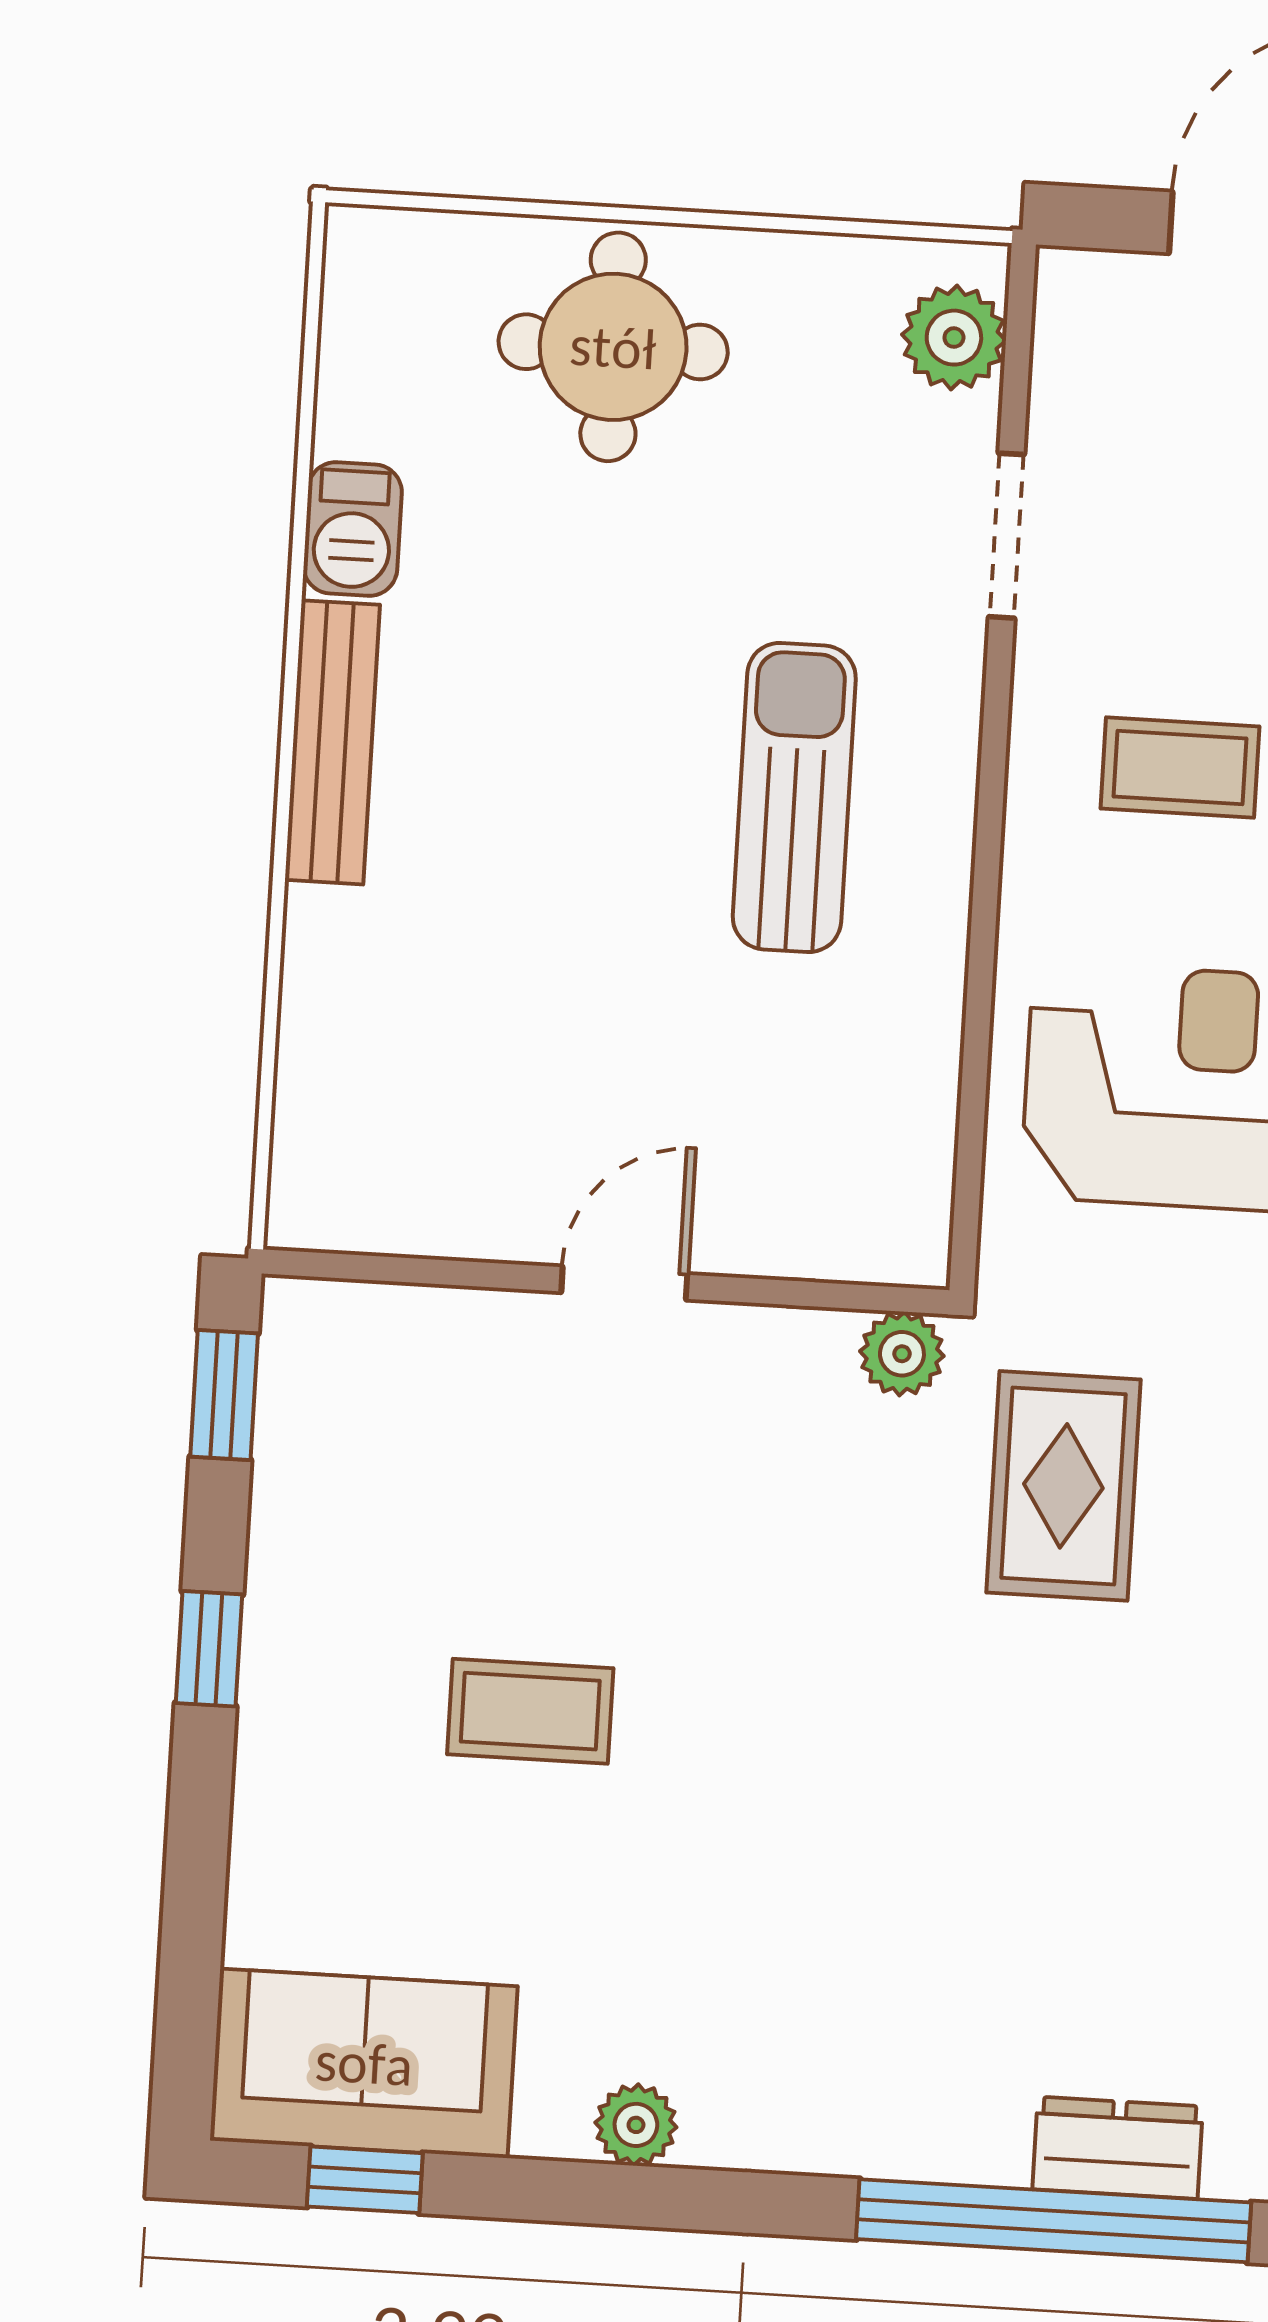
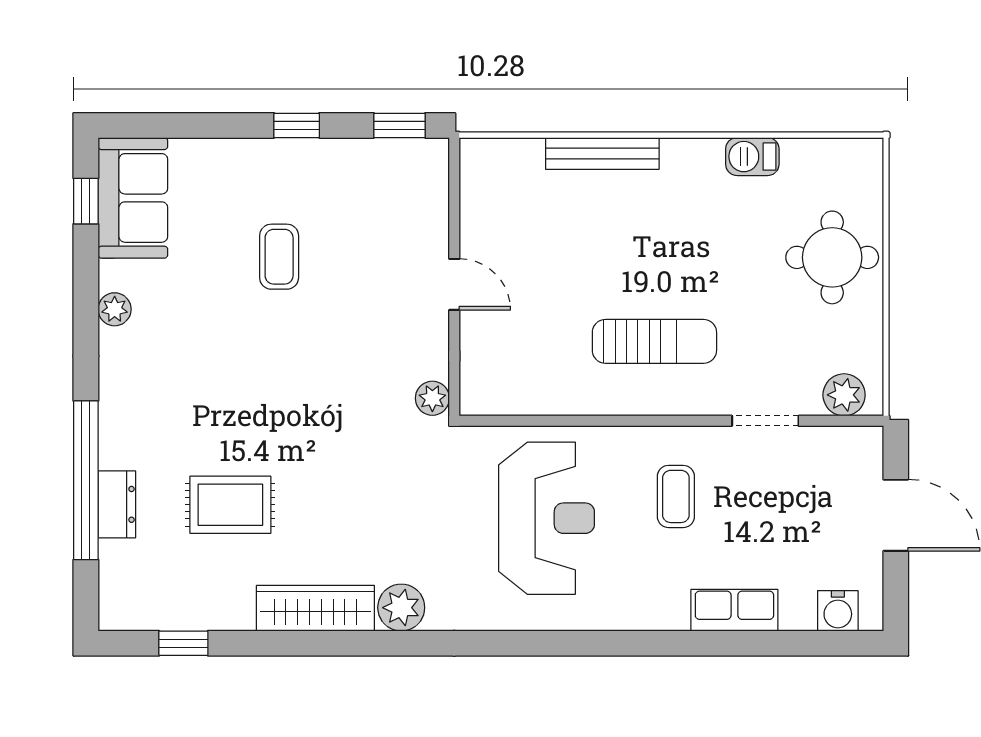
bench: (332, 742) -> (602, 153), moved
rug: (1063, 1486) -> (230, 505), moved

